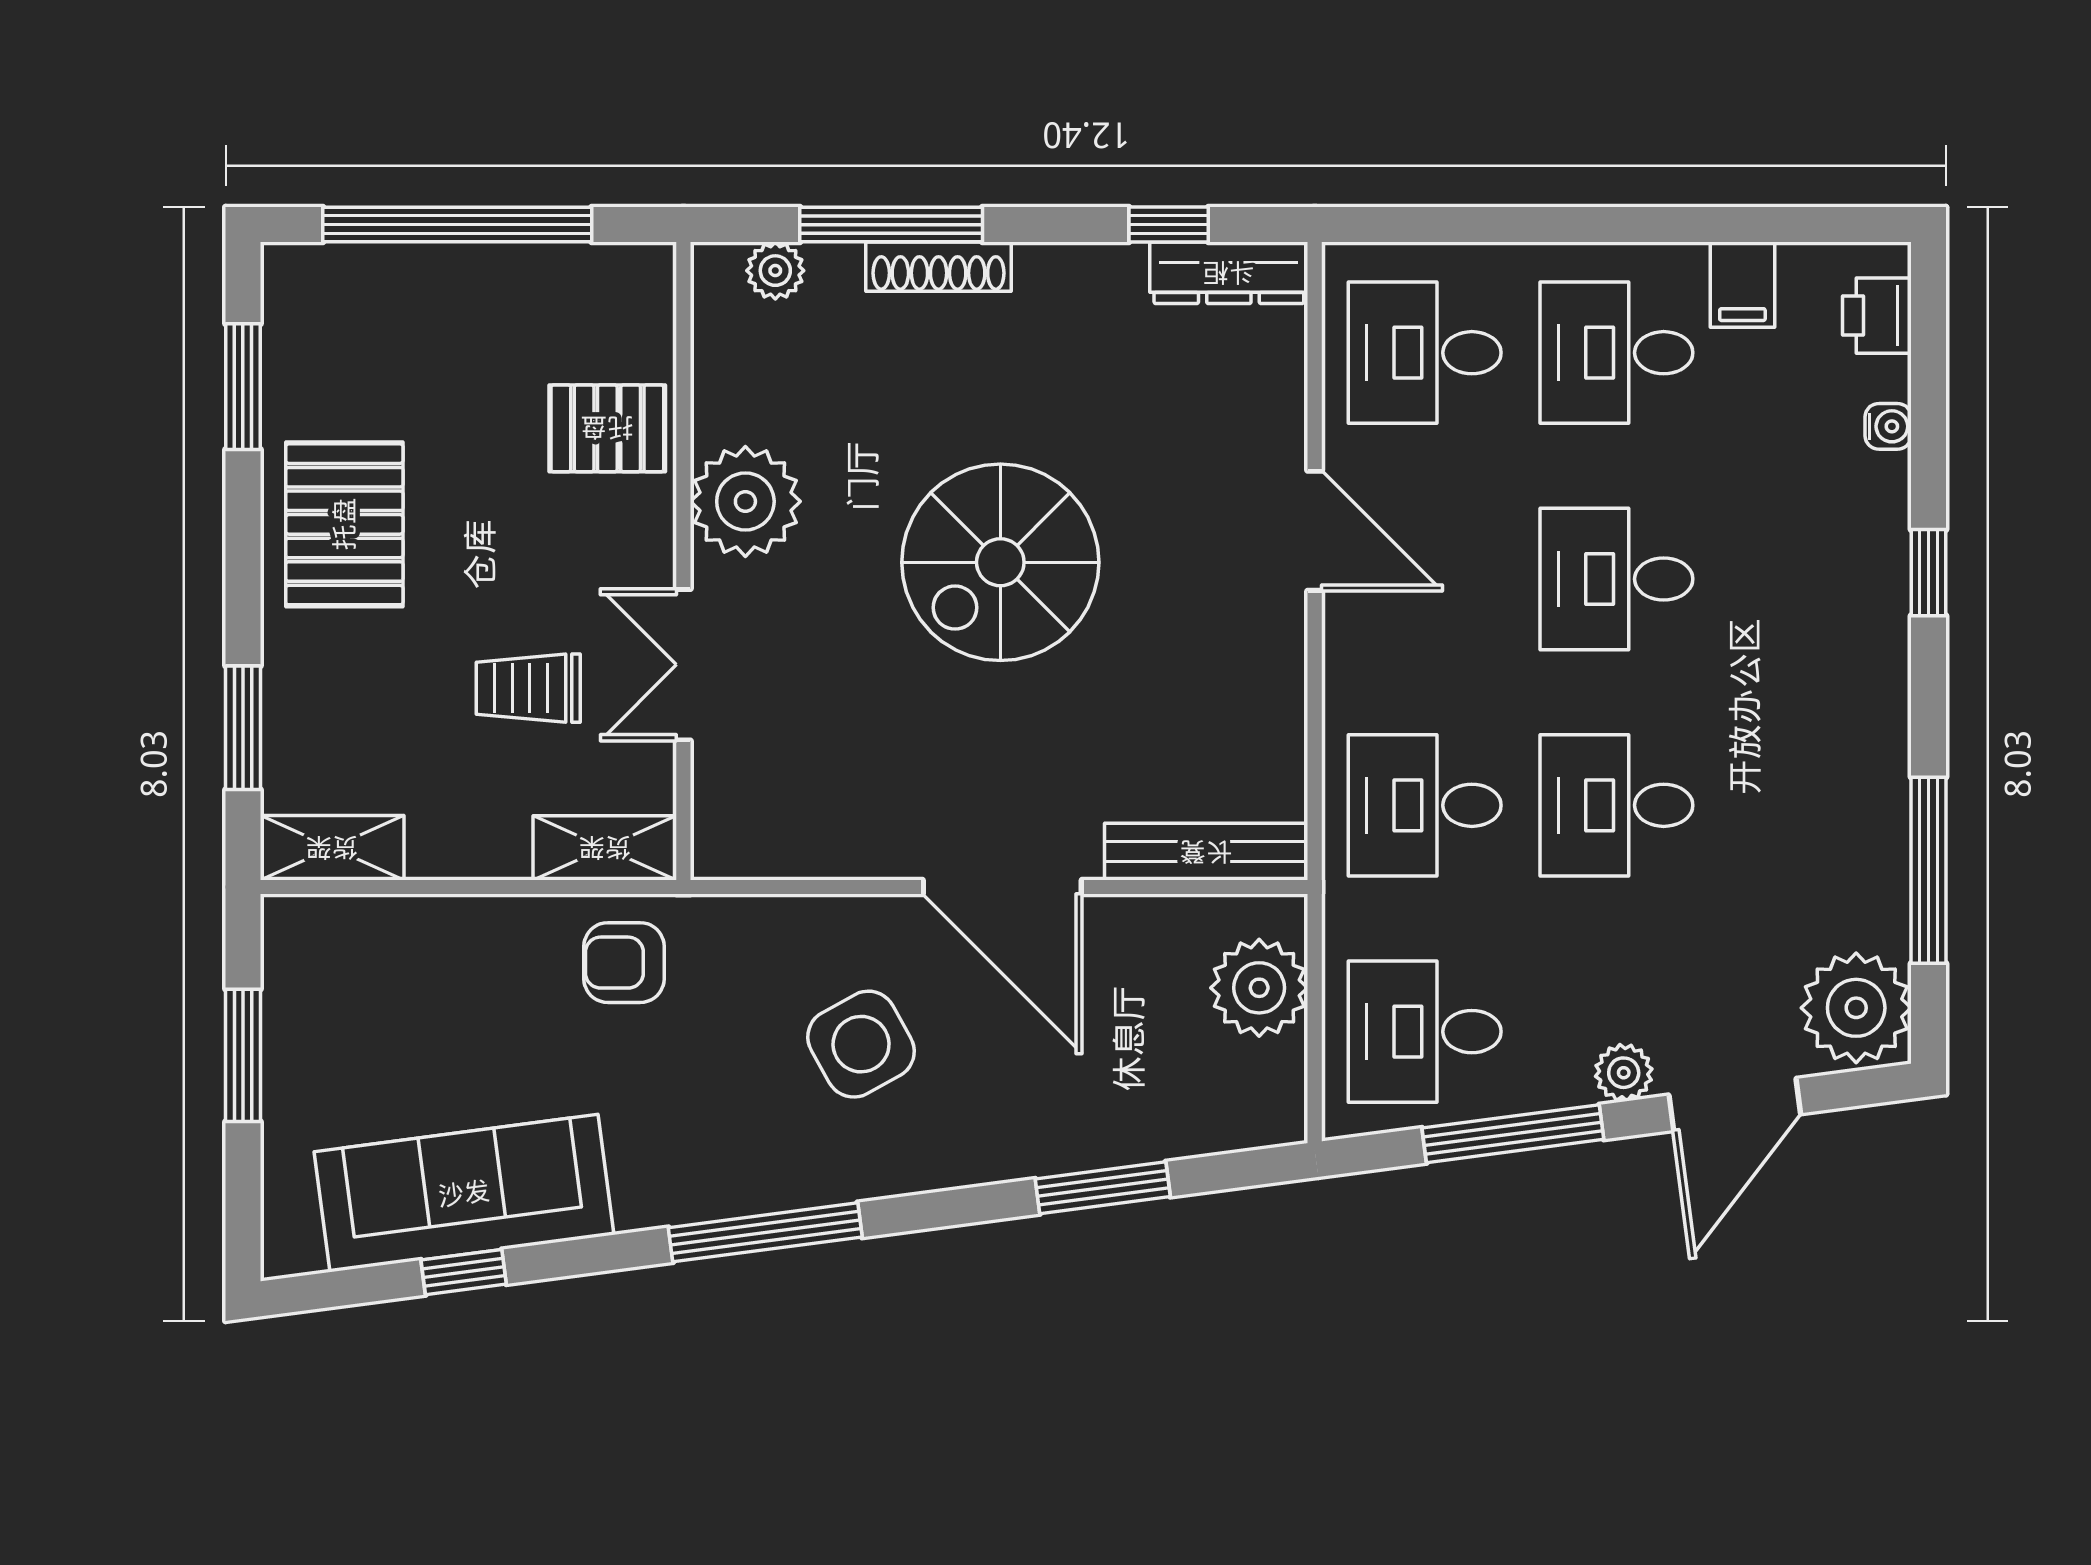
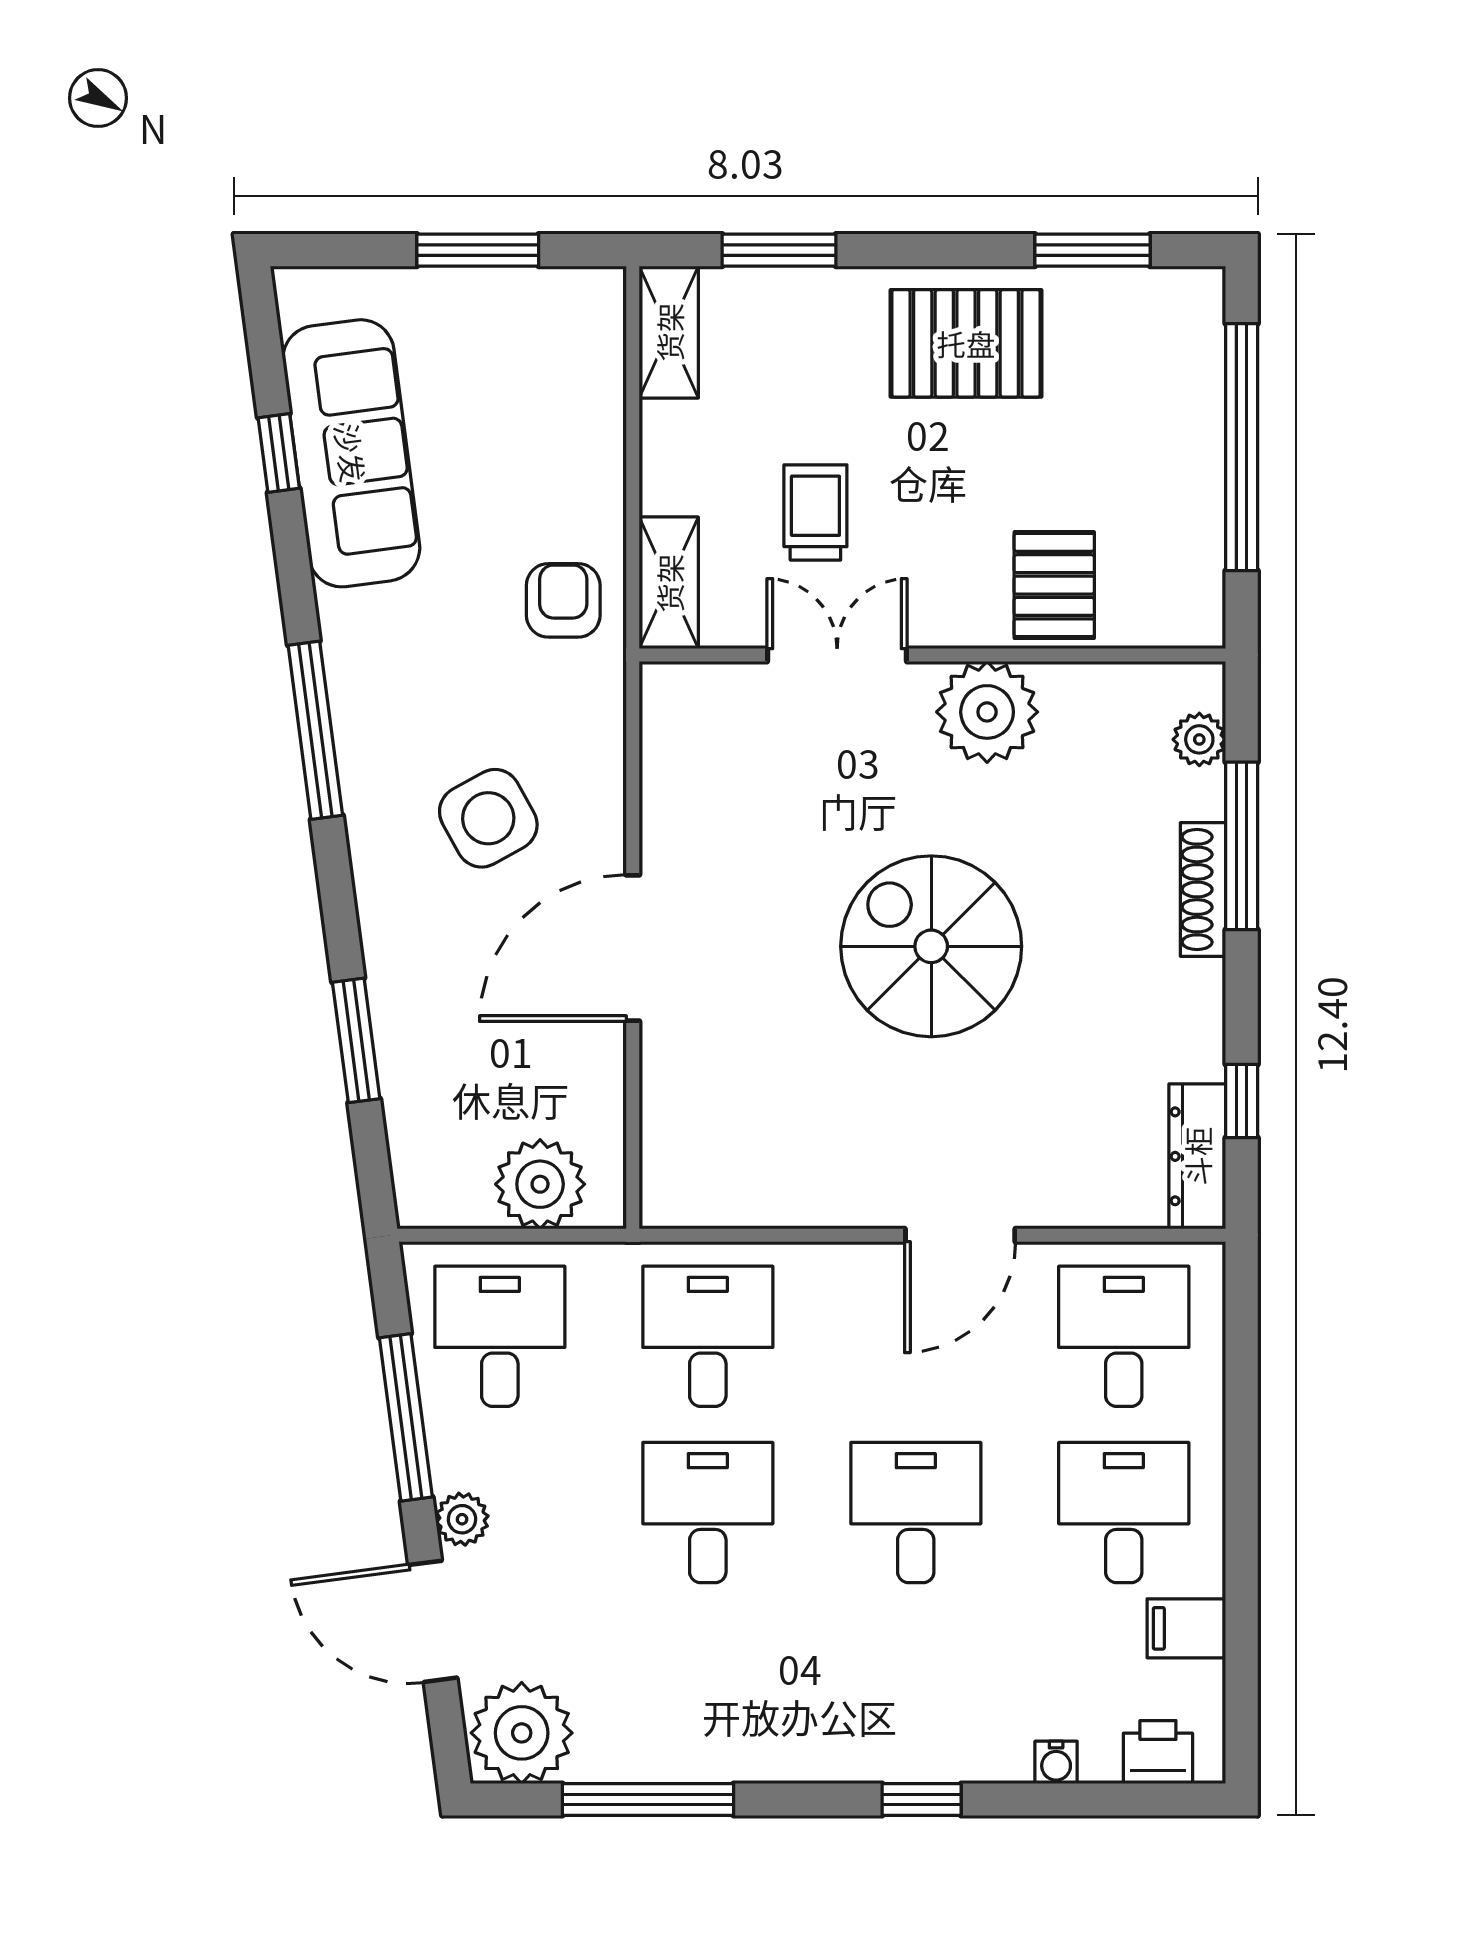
bench: (1206, 852) -> (665, 1135), removed

